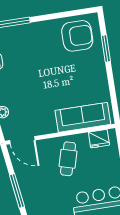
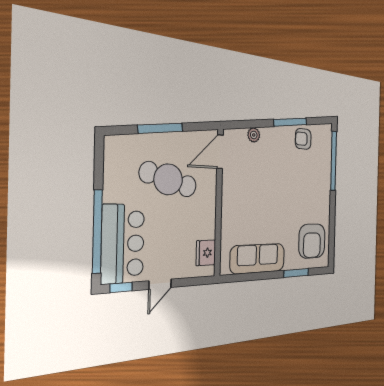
sofa: (83, 117) -> (258, 259), moved, turned -90
cafe table: (68, 159) -> (168, 179), moved, width x1.37, depth x1.35

